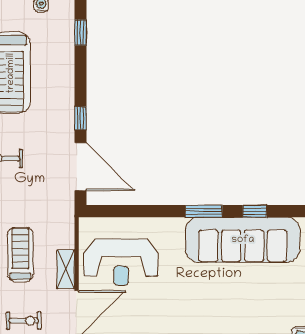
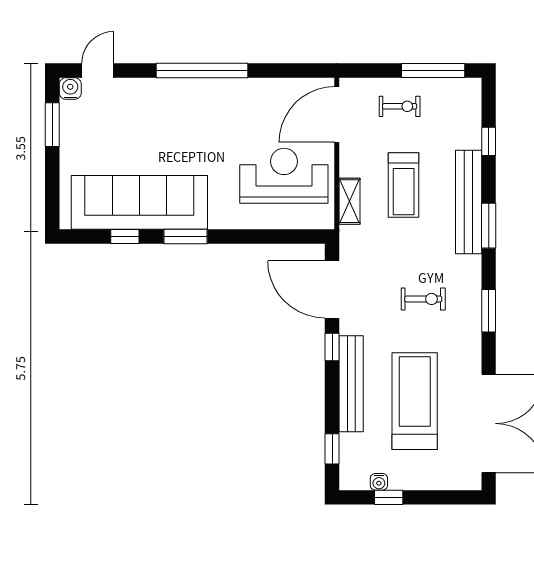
bench: (64, 87) -> (351, 384), added
shelving: (66, 269) -> (350, 201), moved
exercise bike: (24, 321) -> (400, 106), turned 180

